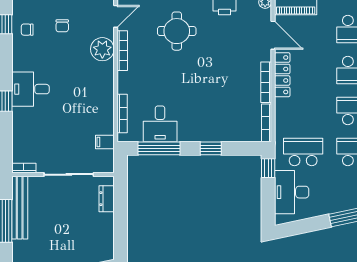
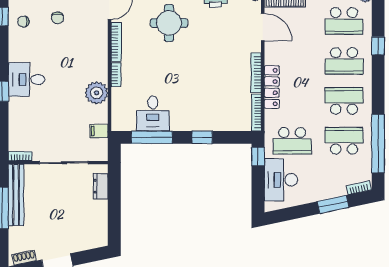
plant: (102, 49) -> (97, 93), moved
locker: (282, 75) -> (272, 87), moved
bookcase: (122, 114) -> (116, 75), moved, width x0.64
school desk: (303, 152) -> (292, 141), turned 180

